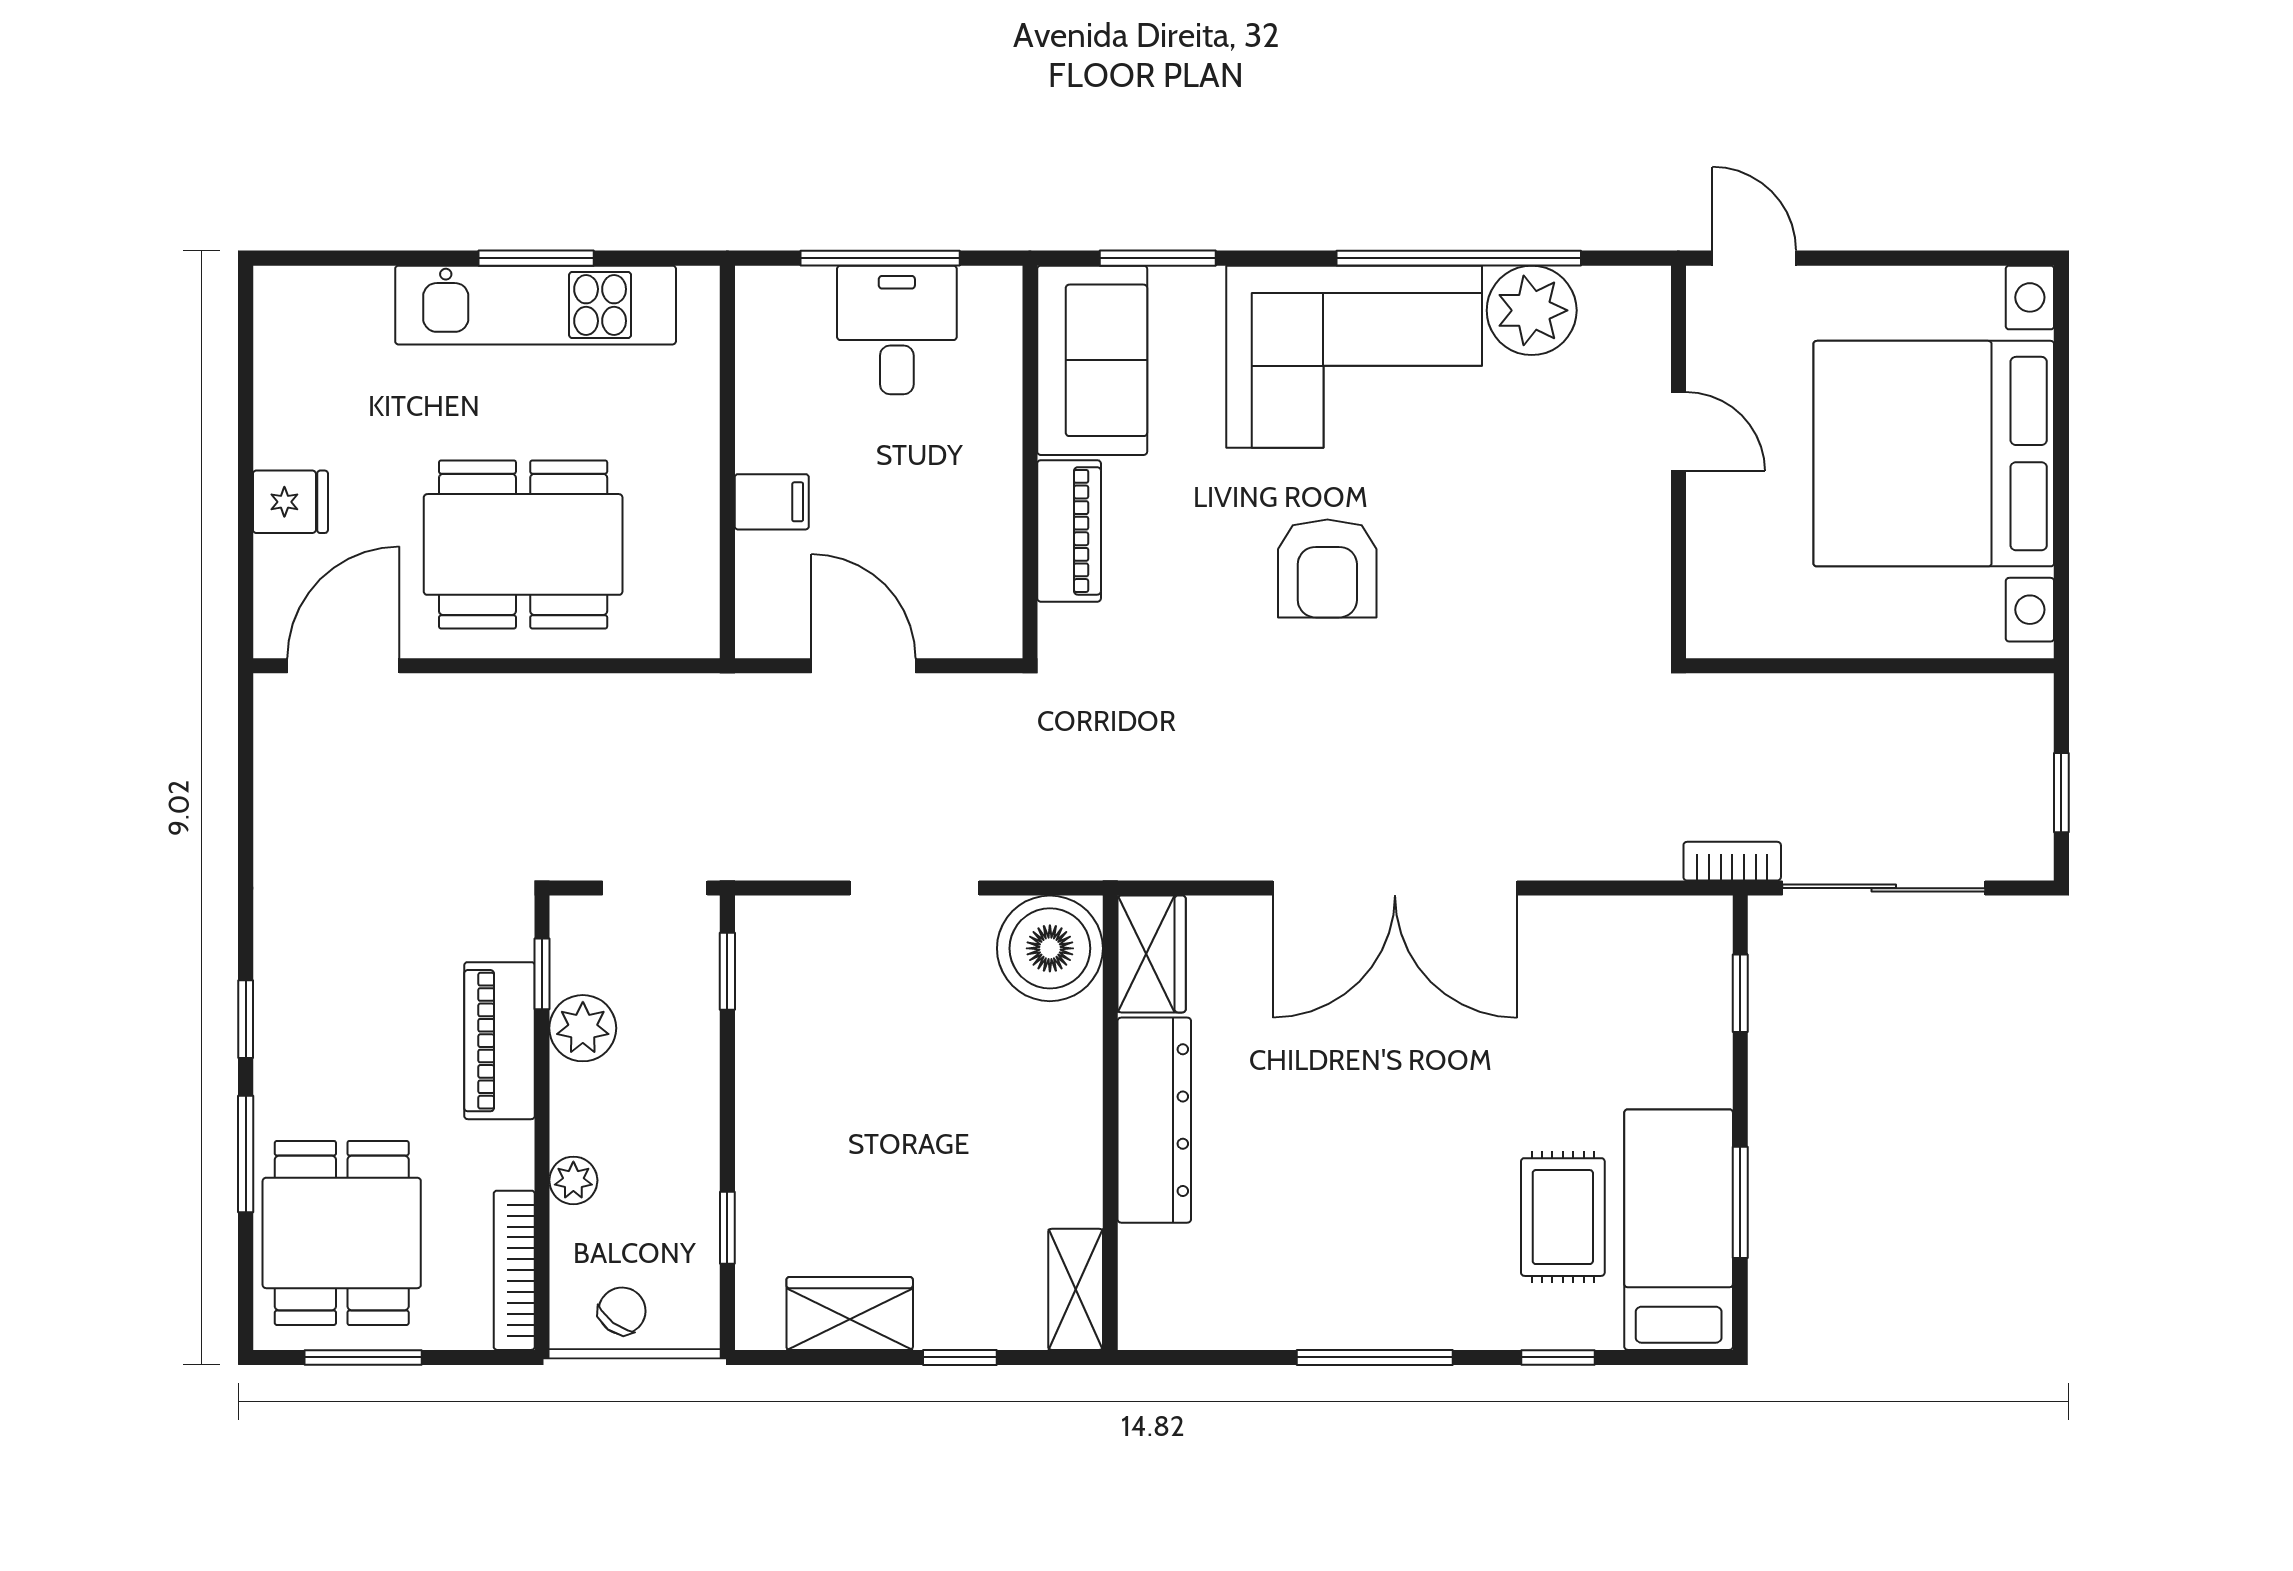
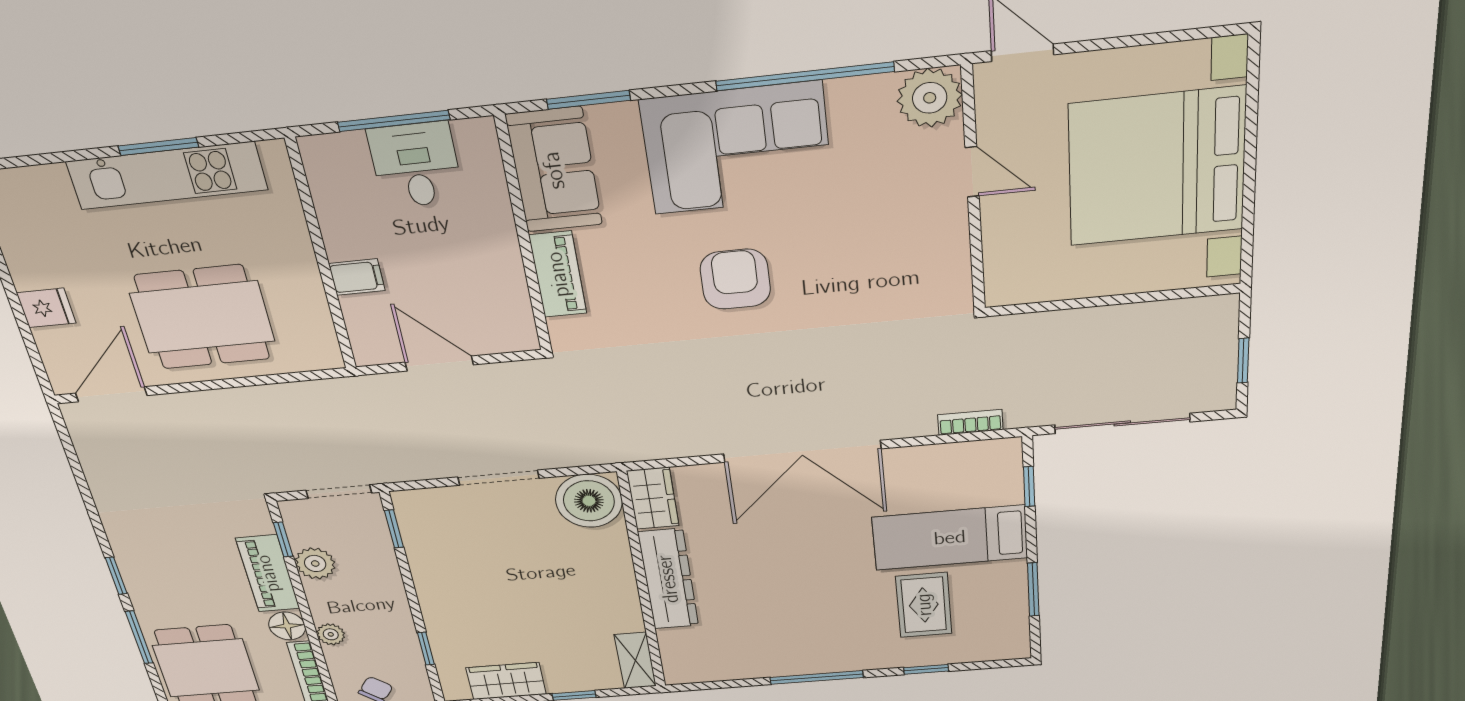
plant: (1532, 310) -> (930, 98), moved
armchair: (1327, 568) -> (735, 279), turned 180
bookcase: (1732, 861) -> (970, 422), moved
floor lamp: (504, 1155) -> (287, 626), added
bed: (1679, 1230) -> (950, 538), moved, turned -90

